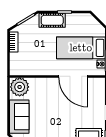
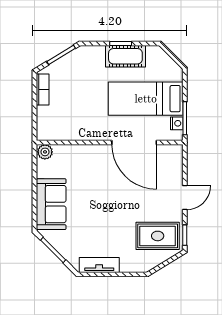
cot: (52, 20) -> (125, 56), moved
plant: (20, 87) -> (45, 152), width x0.53, depth x0.53

